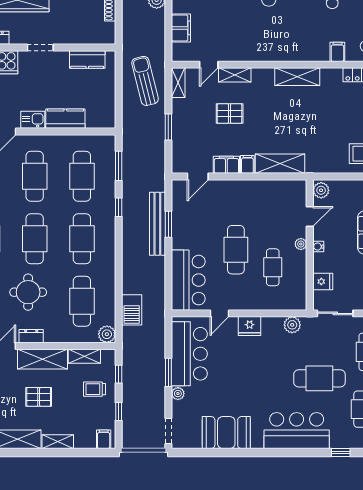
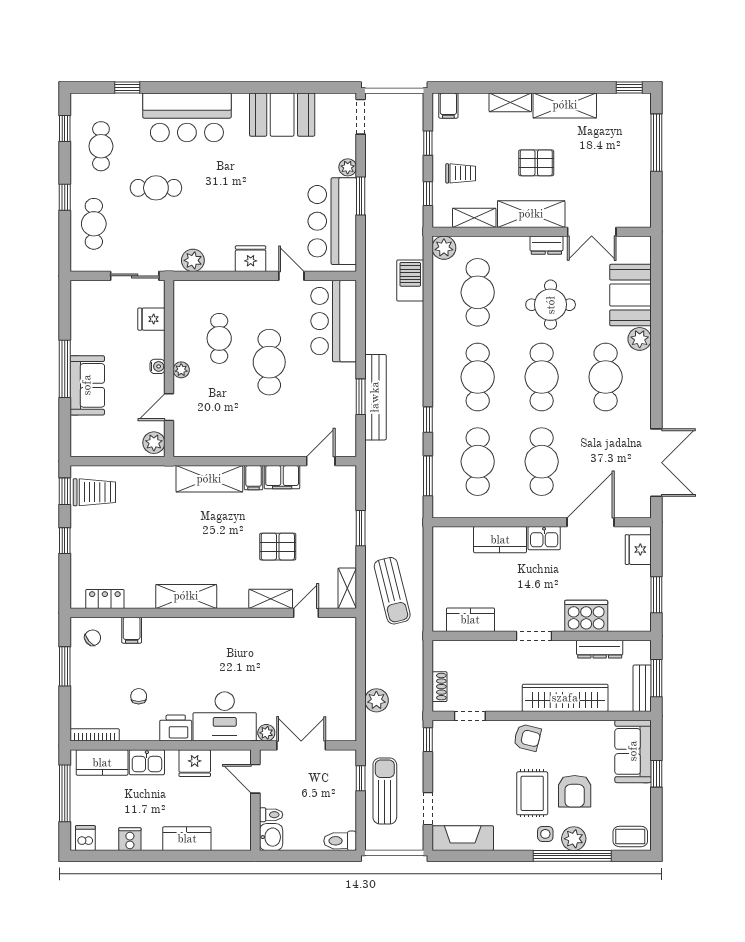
filing cabinet: (181, 28) -> (344, 662), removed
door: (219, 313) -> (291, 276), hinge flipped
cafe table: (319, 378) -> (156, 188), width x0.73, depth x0.74

